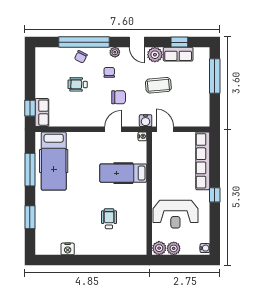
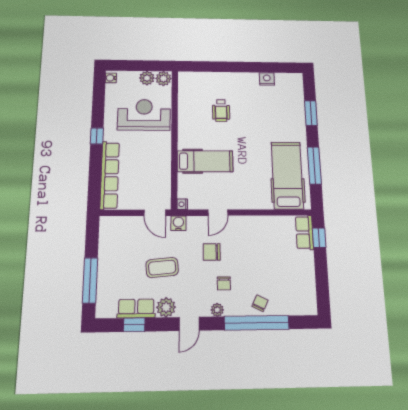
door: (137, 42) -> (189, 324), swing flipped
wheelchair: (78, 84) -> (263, 268), removed

